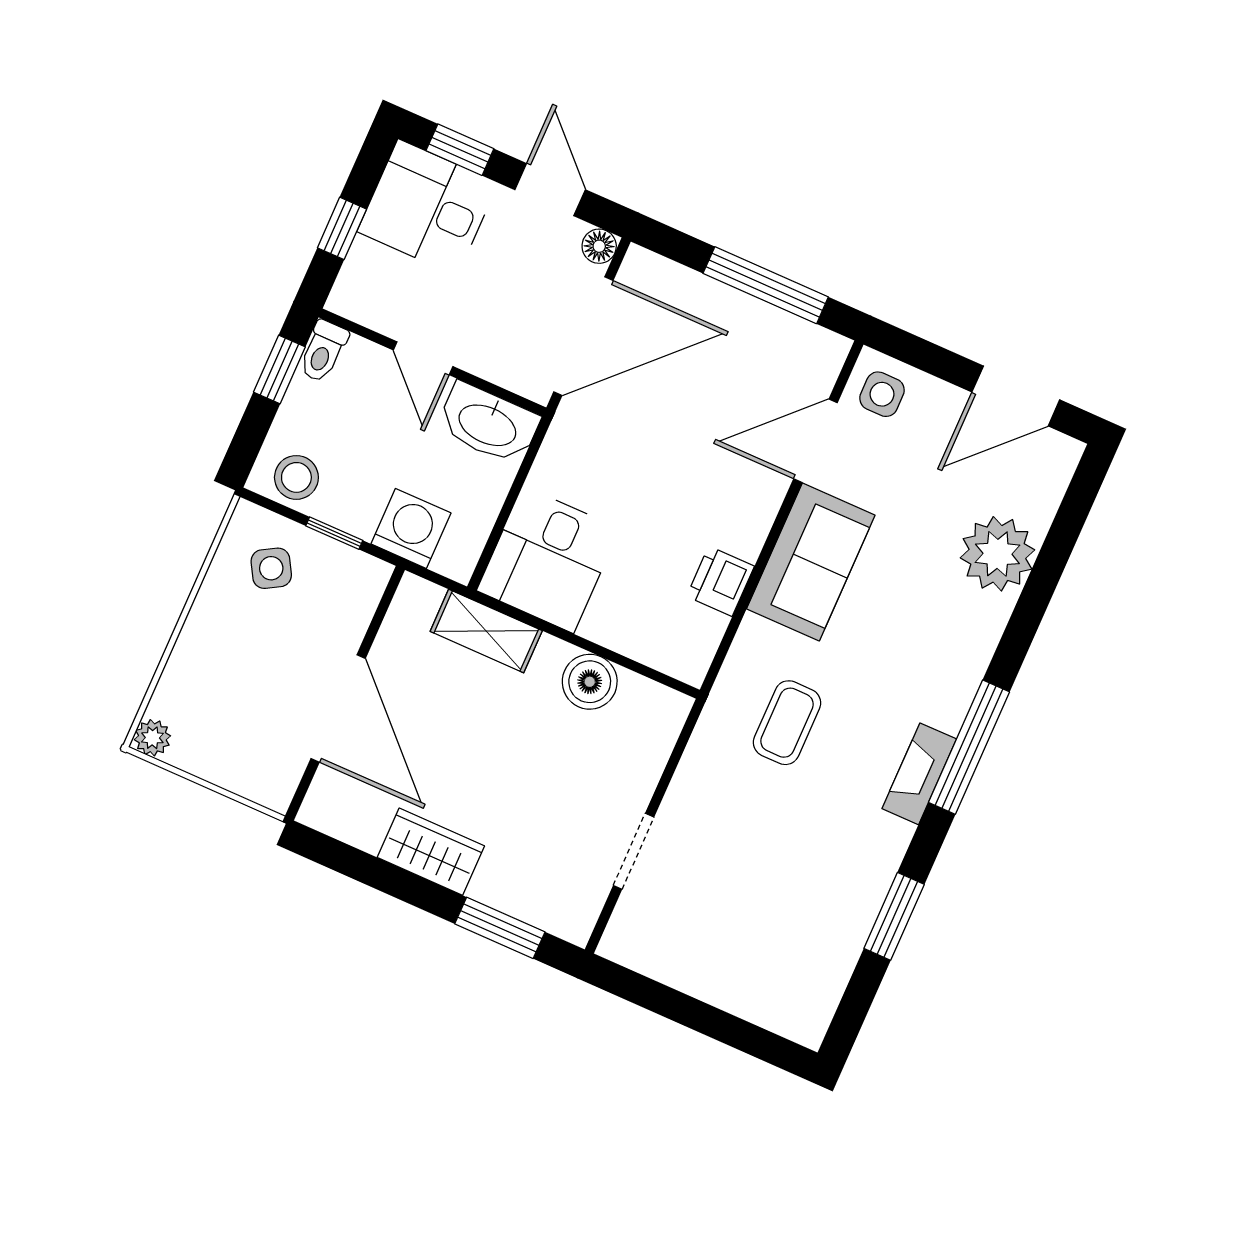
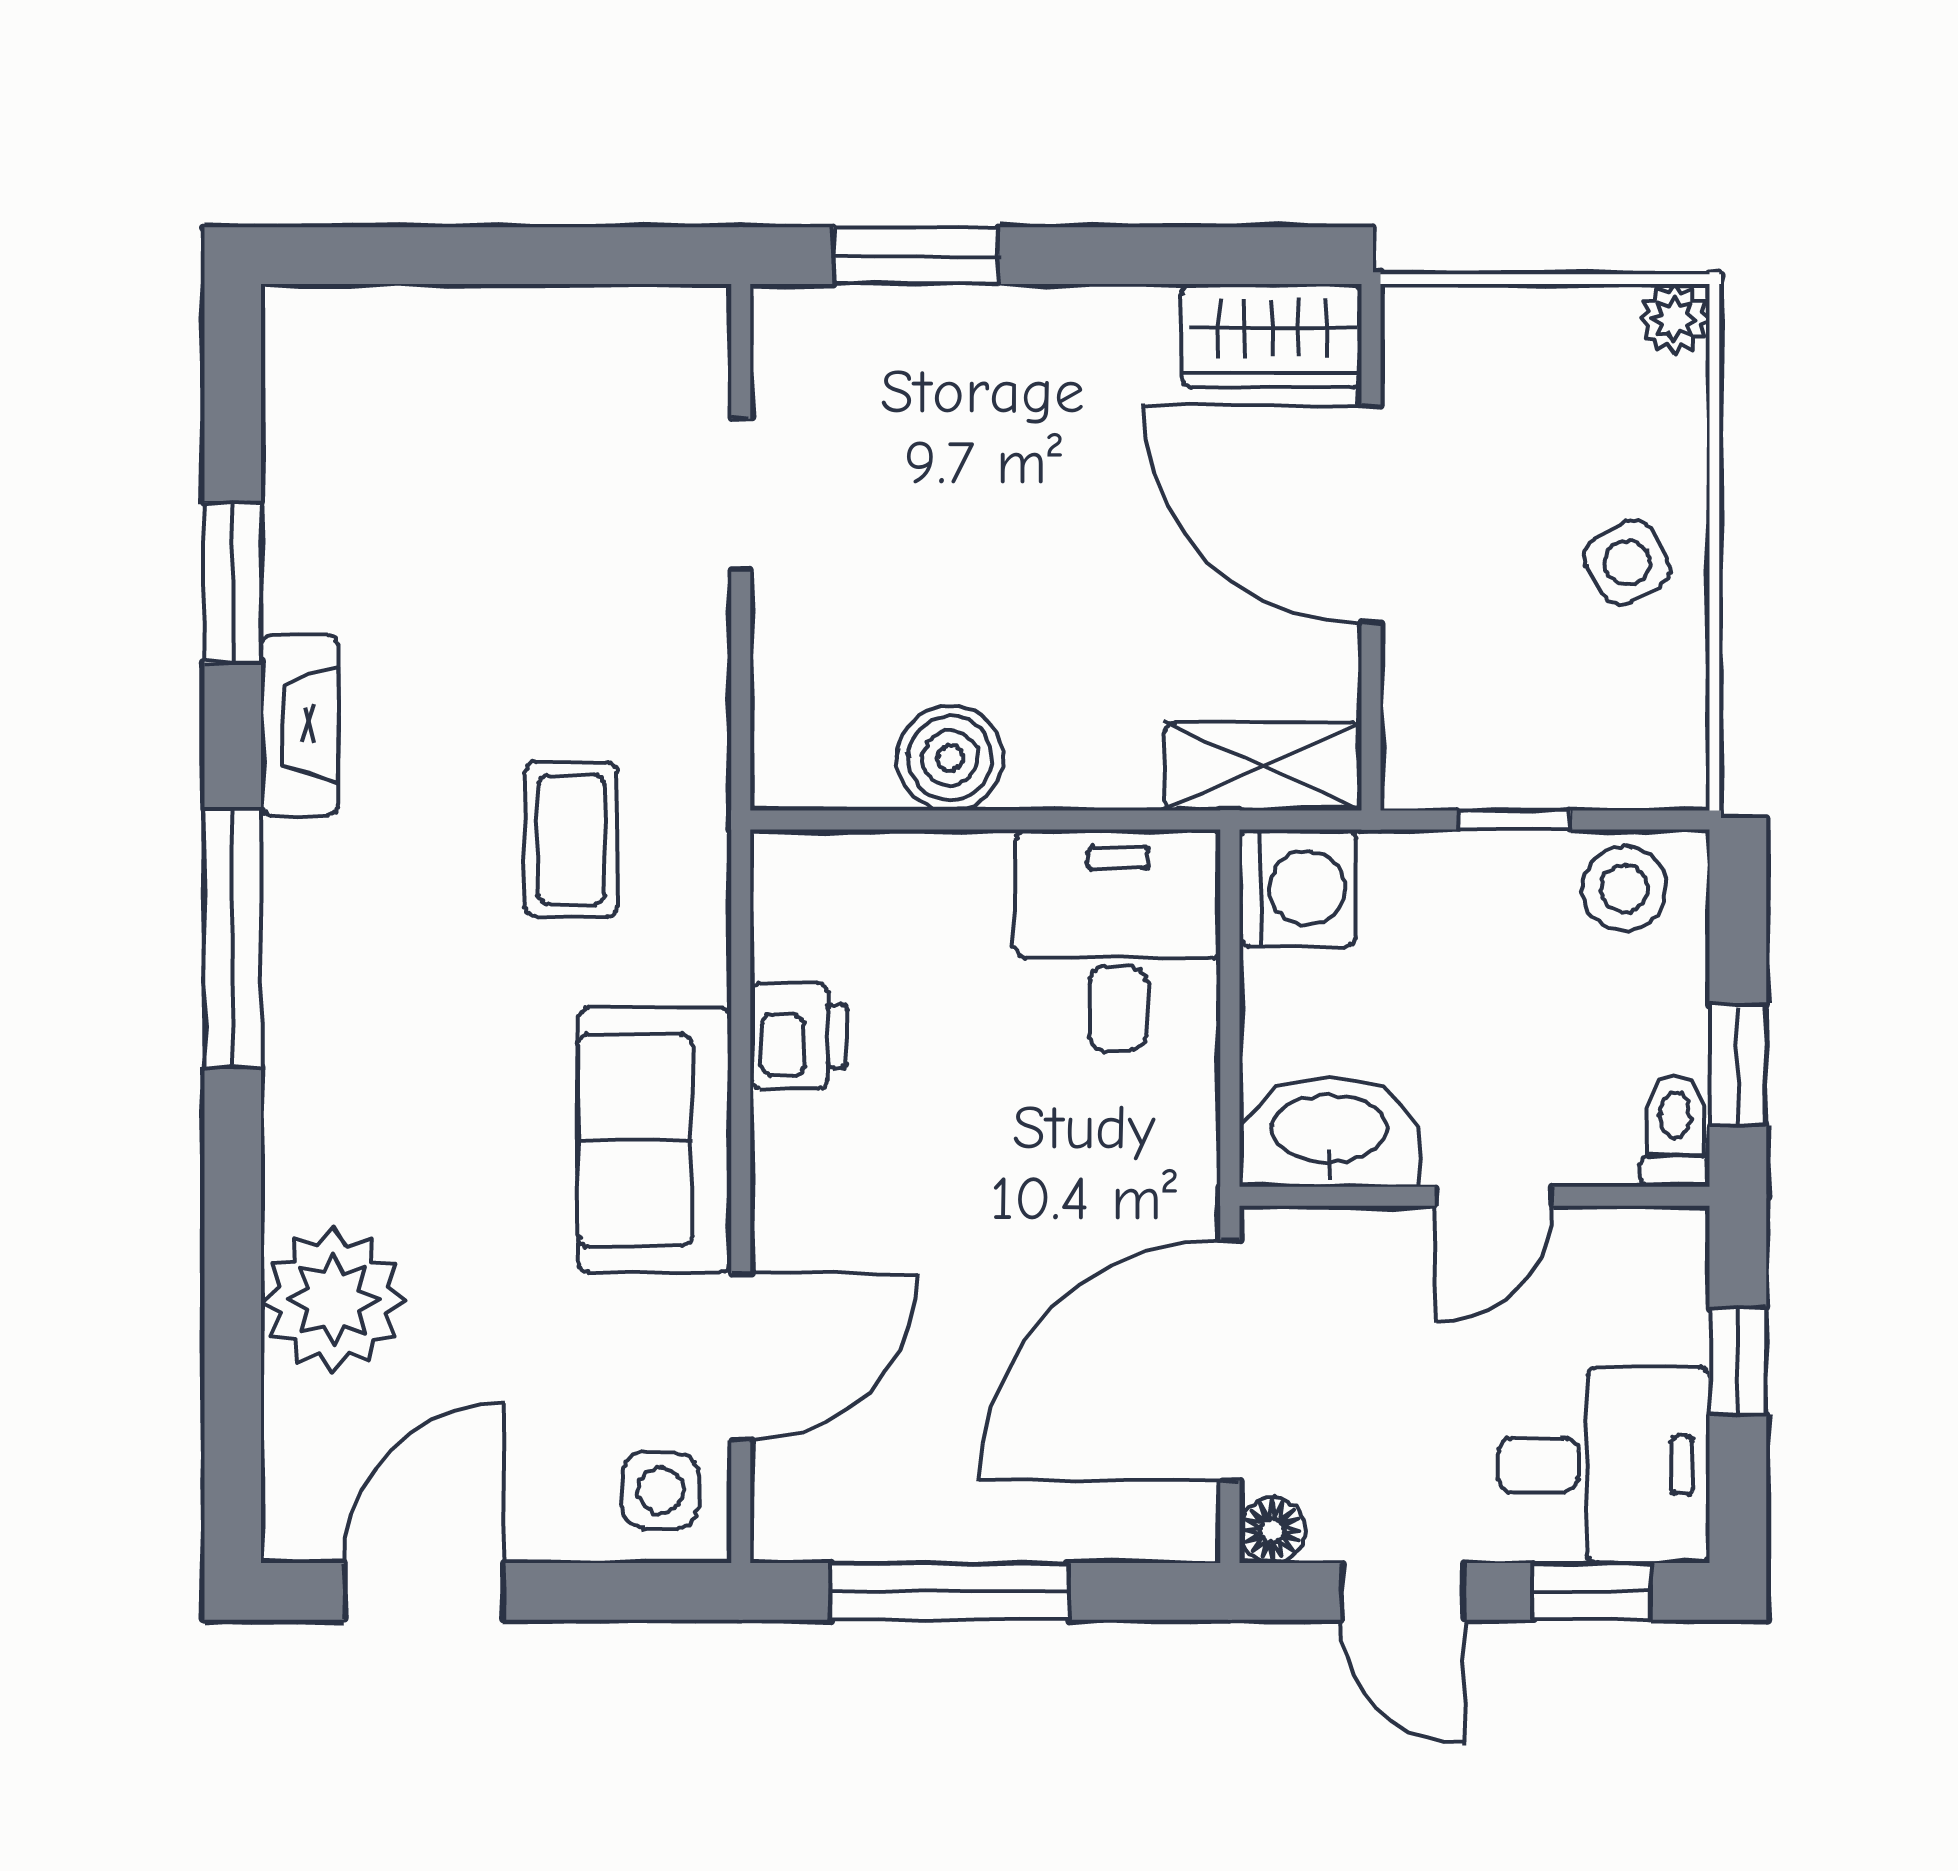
door: (423, 358) -> (1494, 1196), swing flipped
washing machine: (411, 528) -> (1298, 888), moved, turned -90
side table: (271, 568) -> (1627, 562), moved
shelving: (486, 631) -> (1263, 766), moved
fireplace: (919, 774) -> (299, 725), moved
wardrobe: (431, 852) -> (1272, 336), moved

